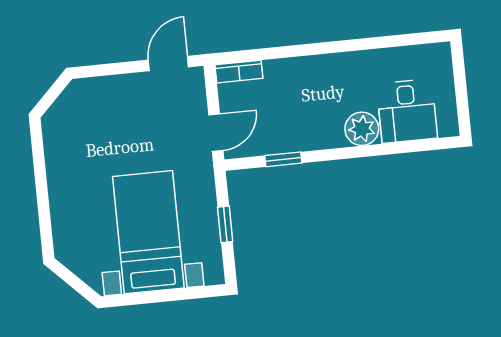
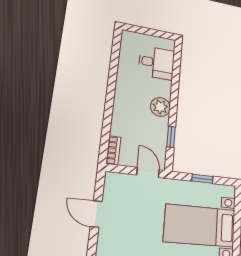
door: (168, 63) -> (96, 214), moved
plant: (362, 129) -> (160, 107), moved

